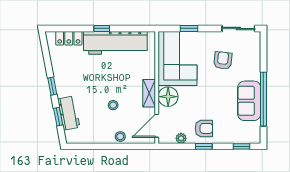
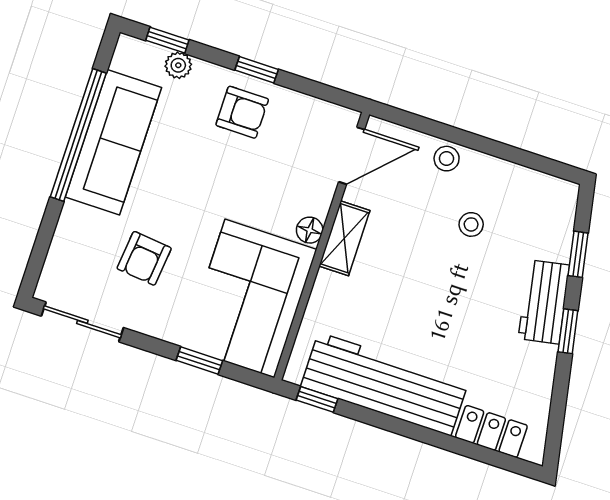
window: (102, 28) -> (317, 399), moved
floor lamp: (168, 97) -> (310, 230), width x0.53, depth x0.53
sofa: (249, 101) -> (113, 142), width x1.36
stool: (113, 105) -> (471, 224), moved
workbench: (69, 113) -> (544, 302), moved
armchair: (204, 128) -> (242, 112), turned 180
plant: (181, 138) -> (178, 65), moved

